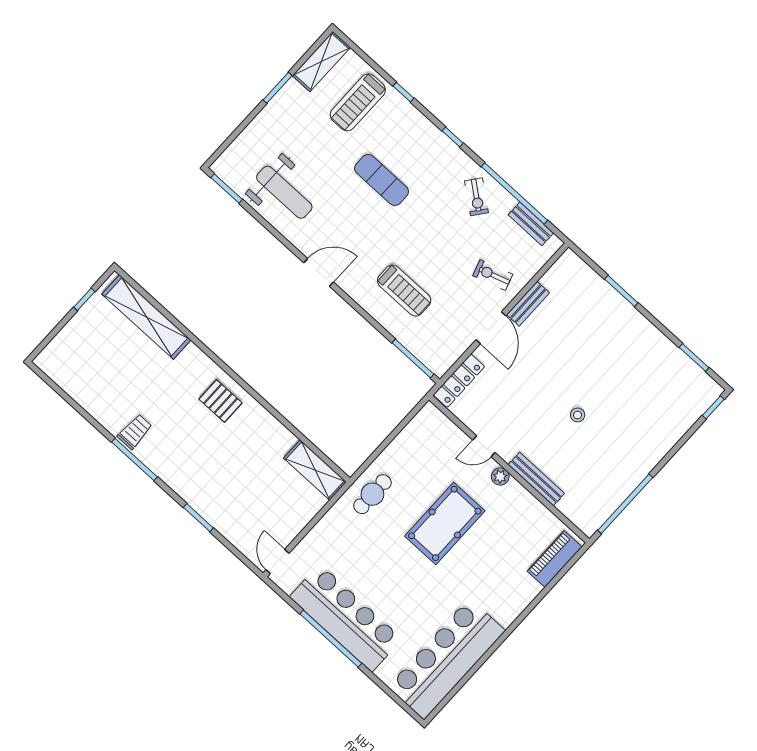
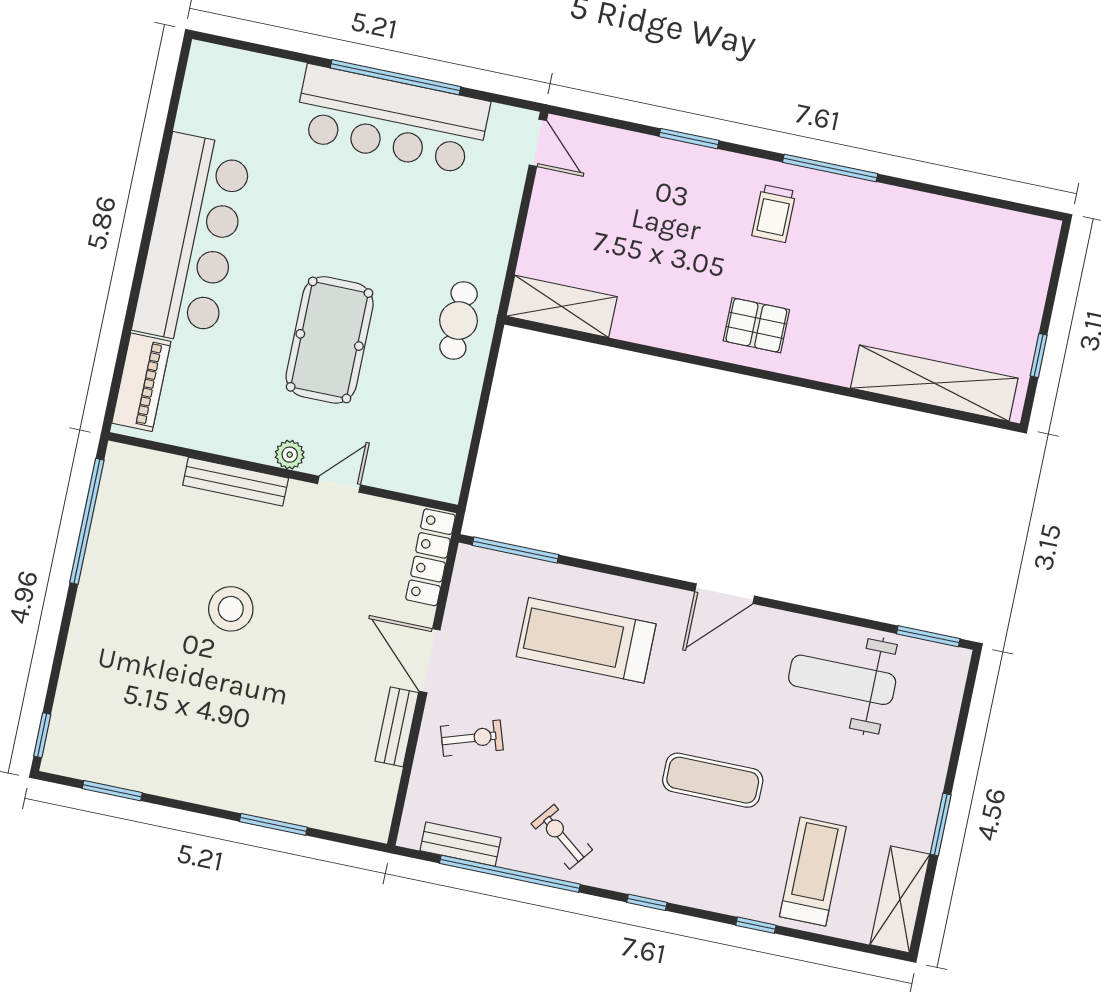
treadmill: (404, 291) -> (586, 640), width x1.37, depth x1.38
stool: (578, 415) -> (231, 609), width x1.89, depth x1.89
trolley: (135, 432) -> (774, 213), moved
bar counter: (447, 659) -> (192, 239), moved

